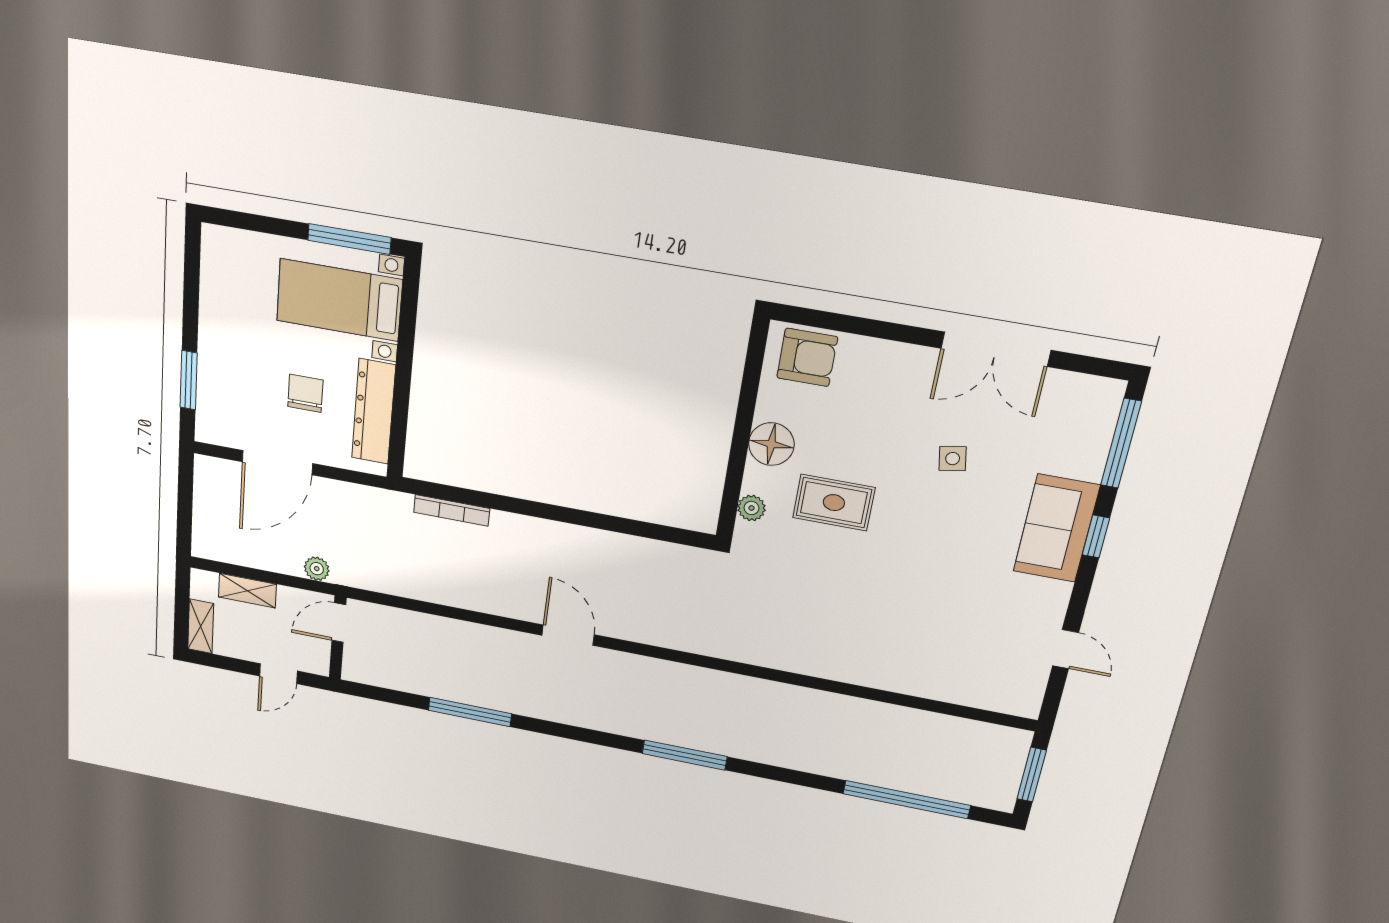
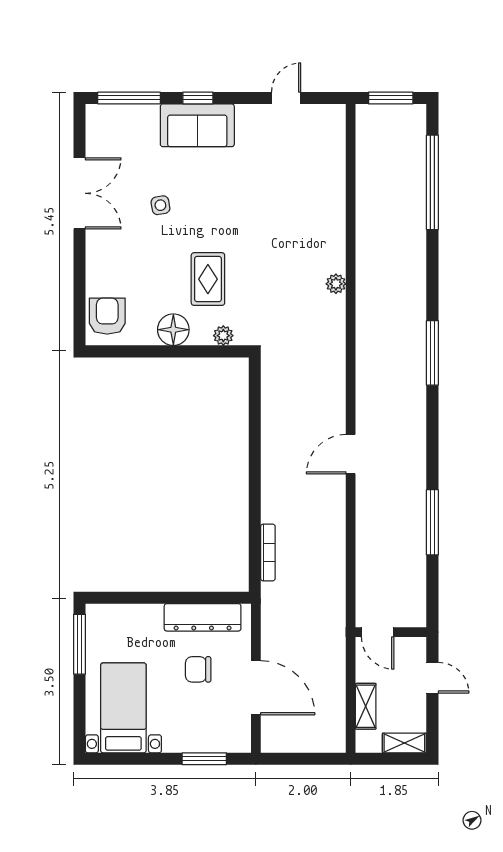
bed with nightstands: (339, 300) -> (123, 708), moved, turned 180
plant: (317, 569) -> (336, 284), moved

